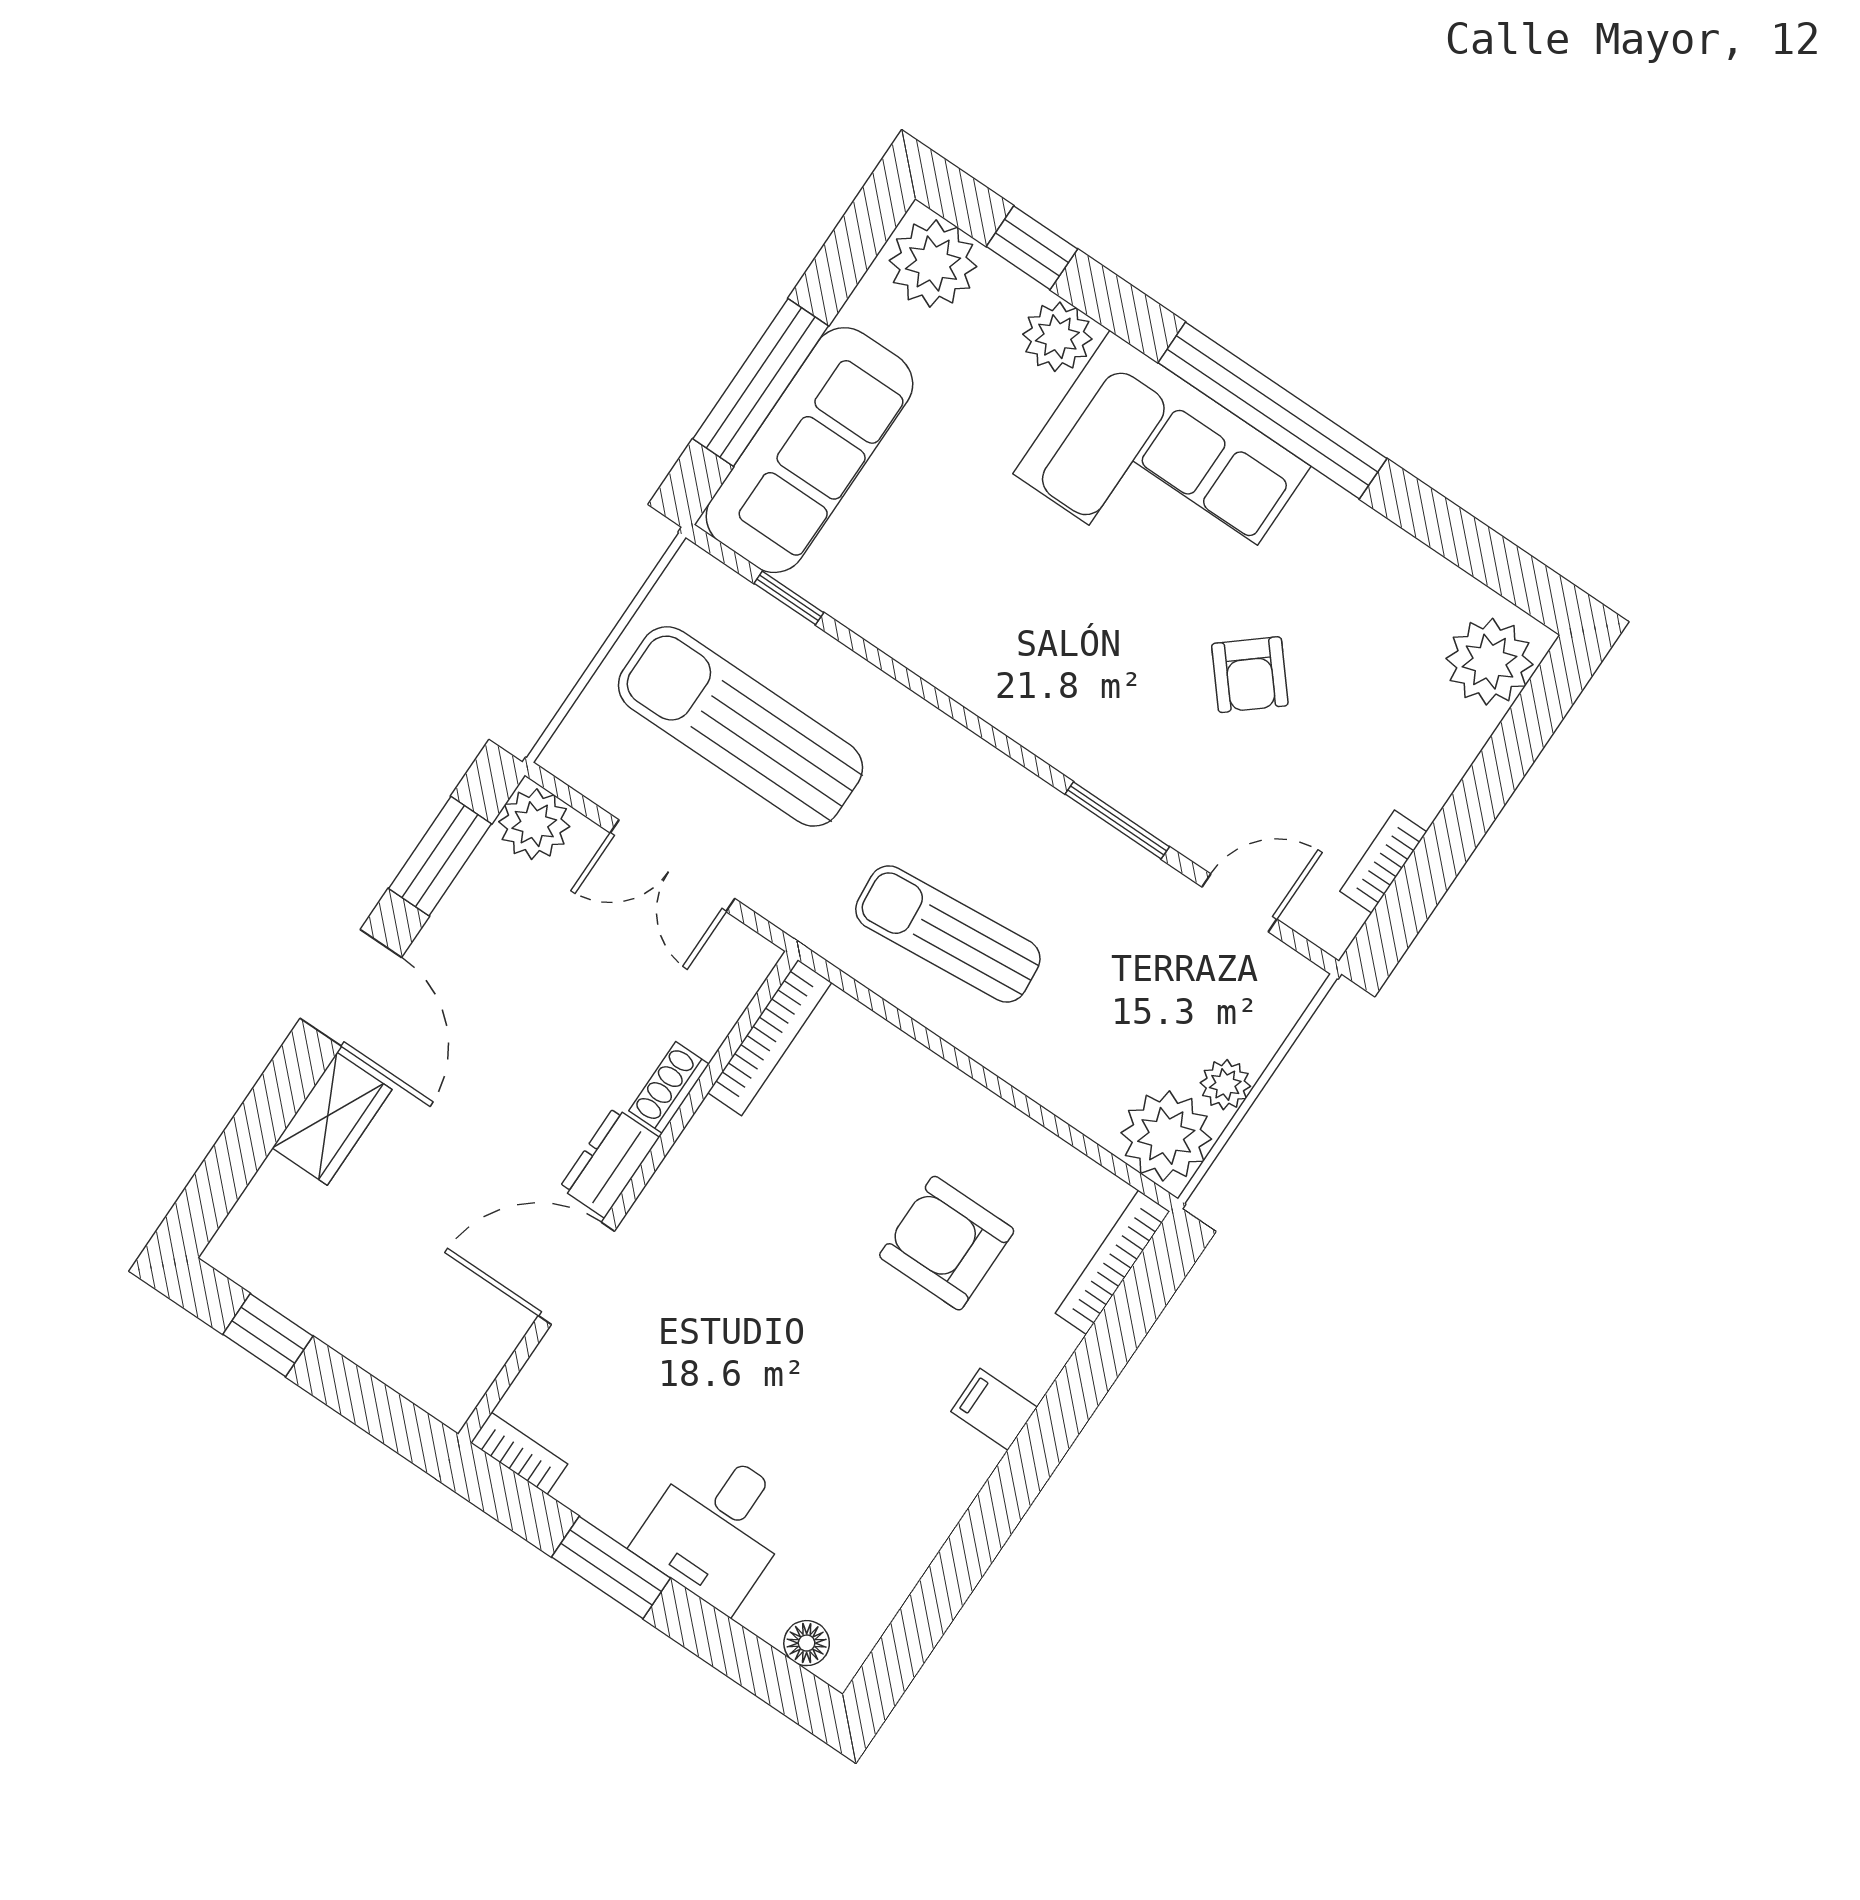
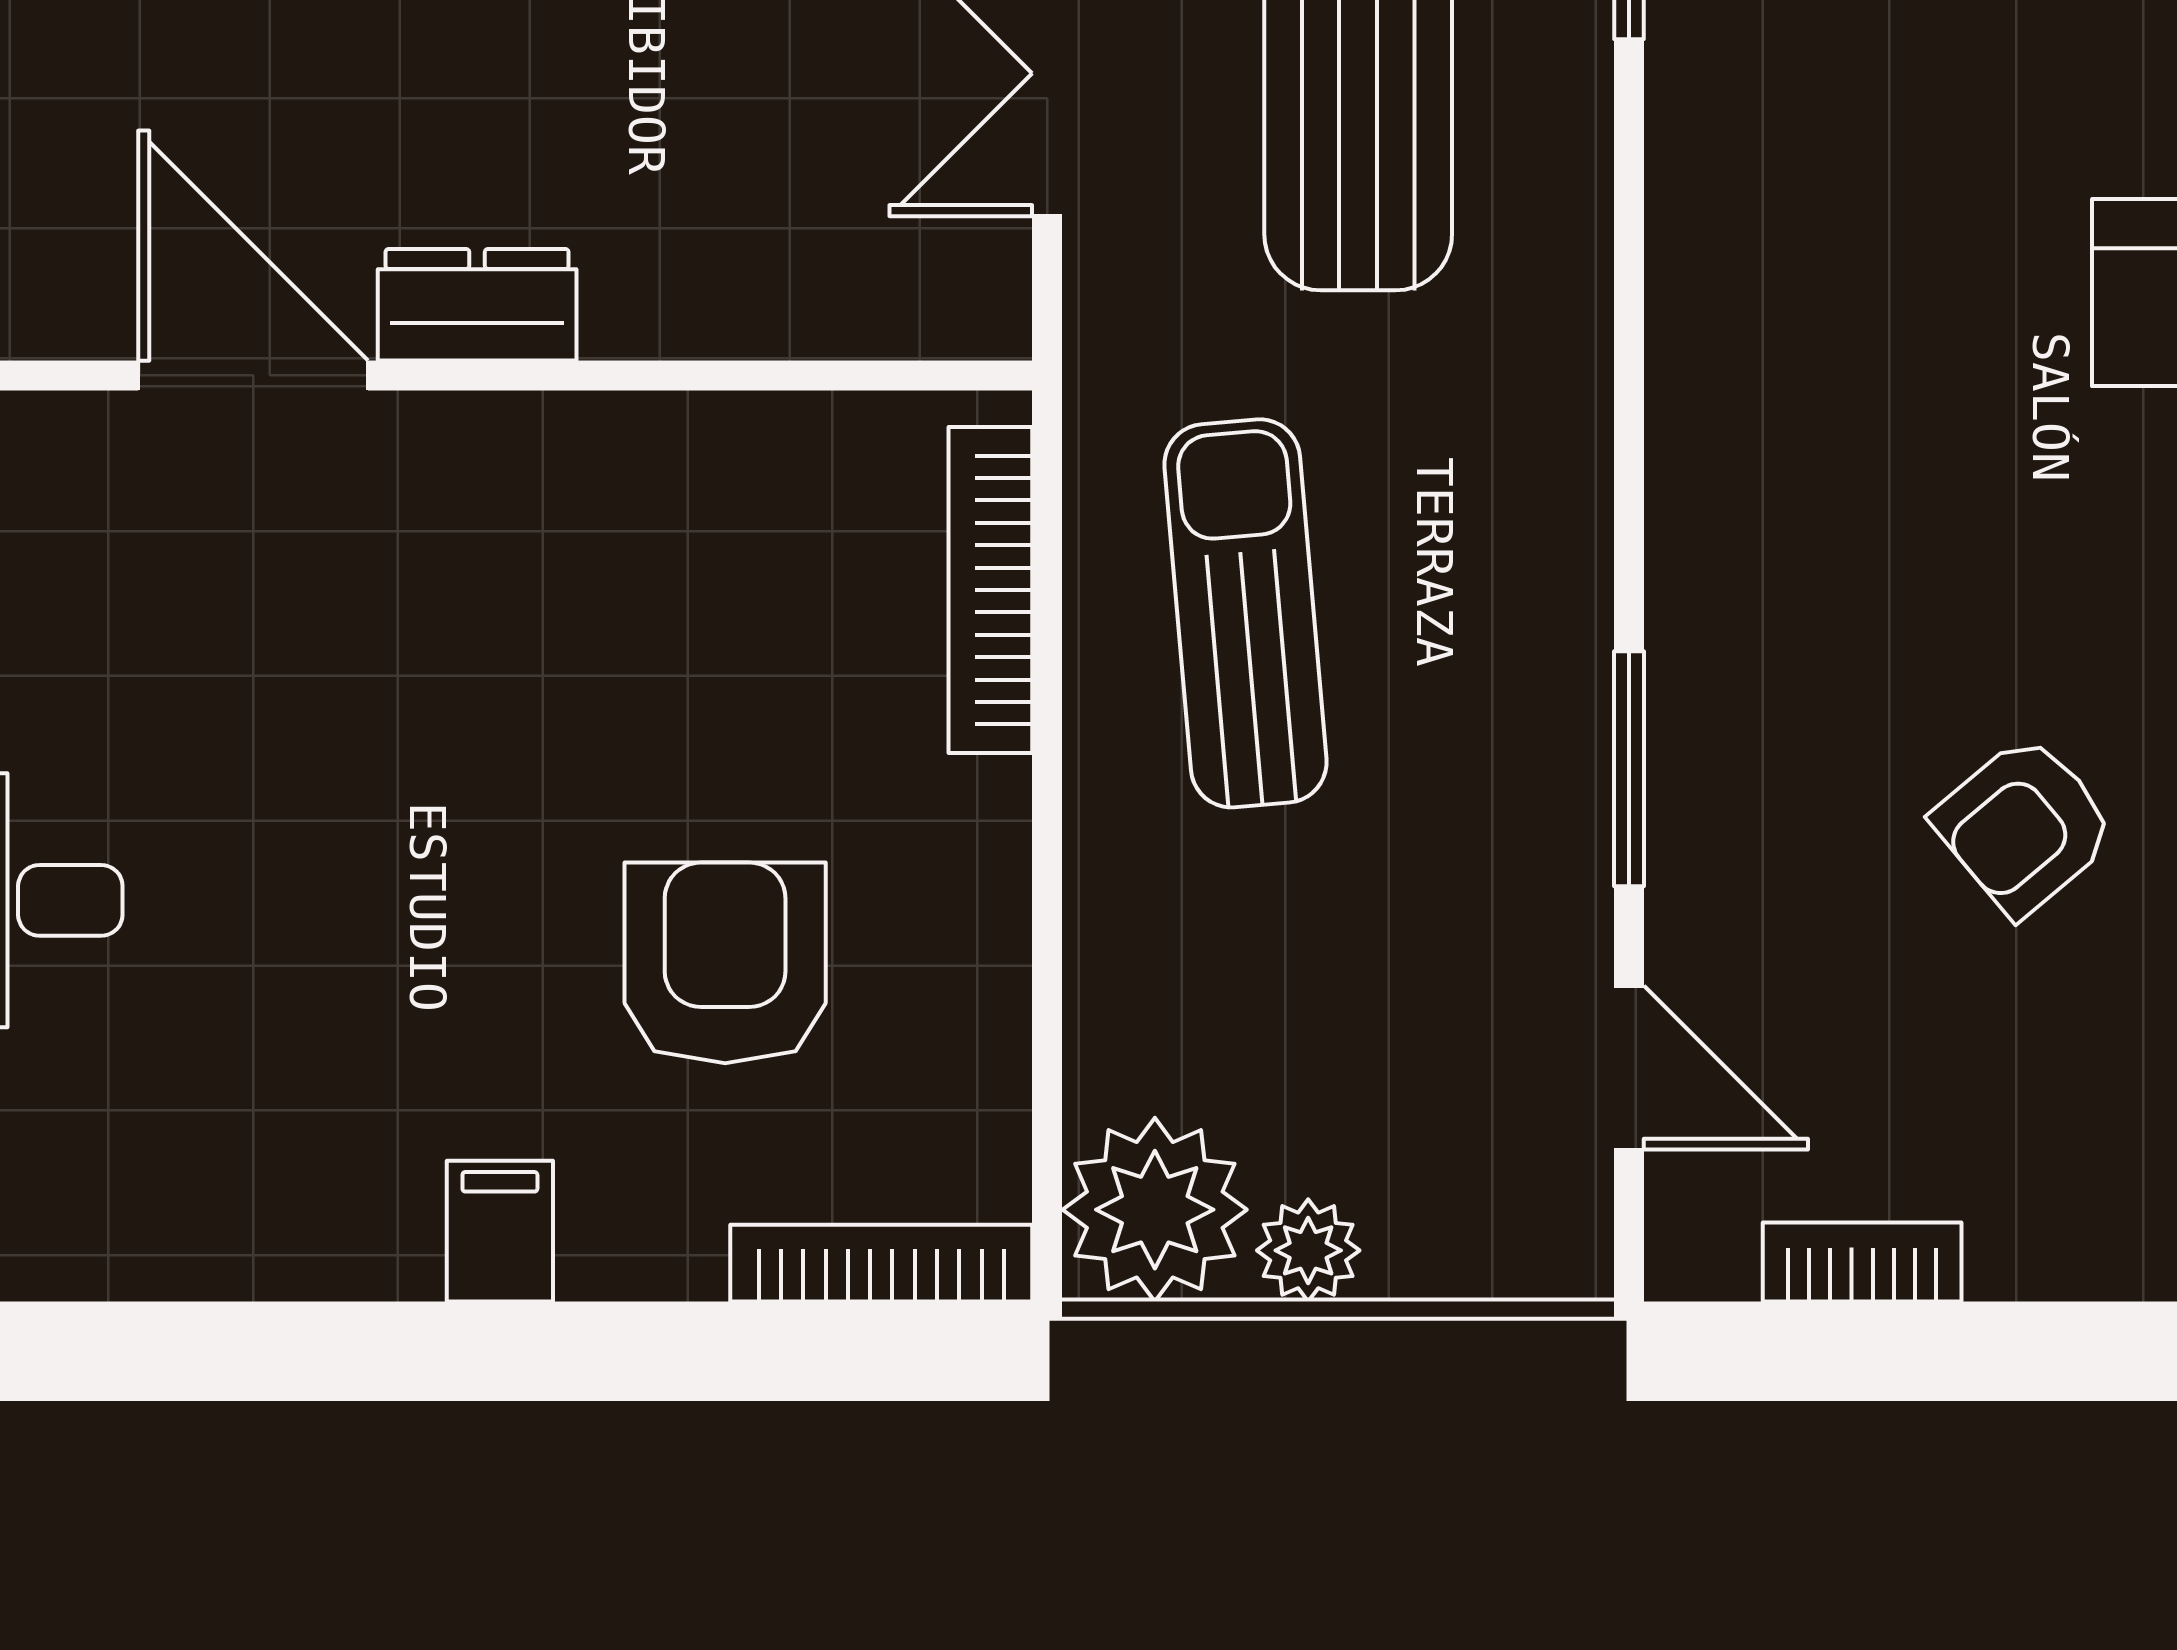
bookcase: (770, 1038) -> (990, 590), moved, turned 90
shoe rack: (669, 1087) -> (671, 319), removed

